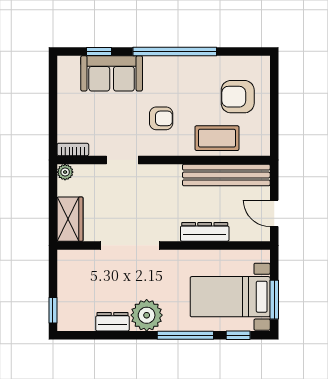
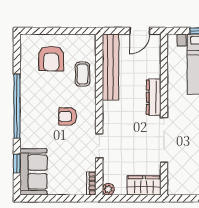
sofa: (112, 73) -> (34, 172), moved
armchair: (161, 118) -> (68, 116), turned -90
coffee table: (217, 138) -> (83, 74), width x0.73, depth x0.77
dresser: (205, 232) -> (154, 97), moved

